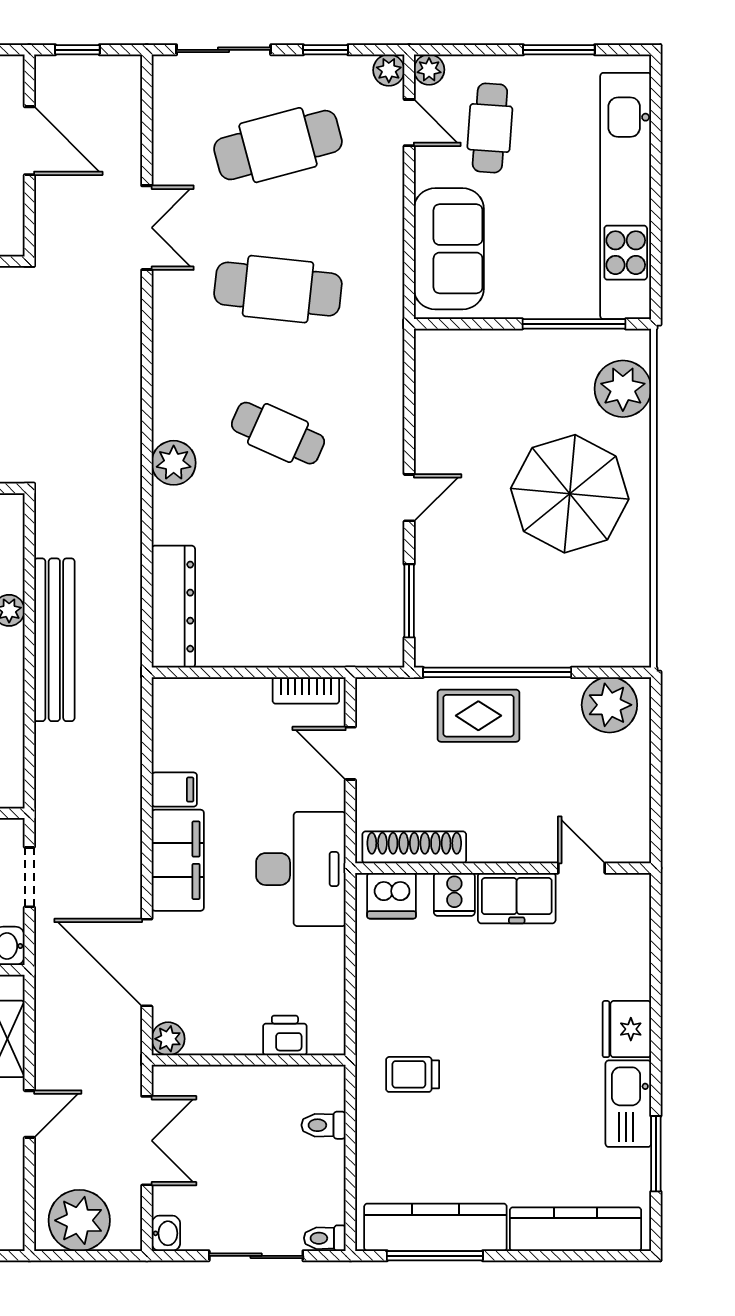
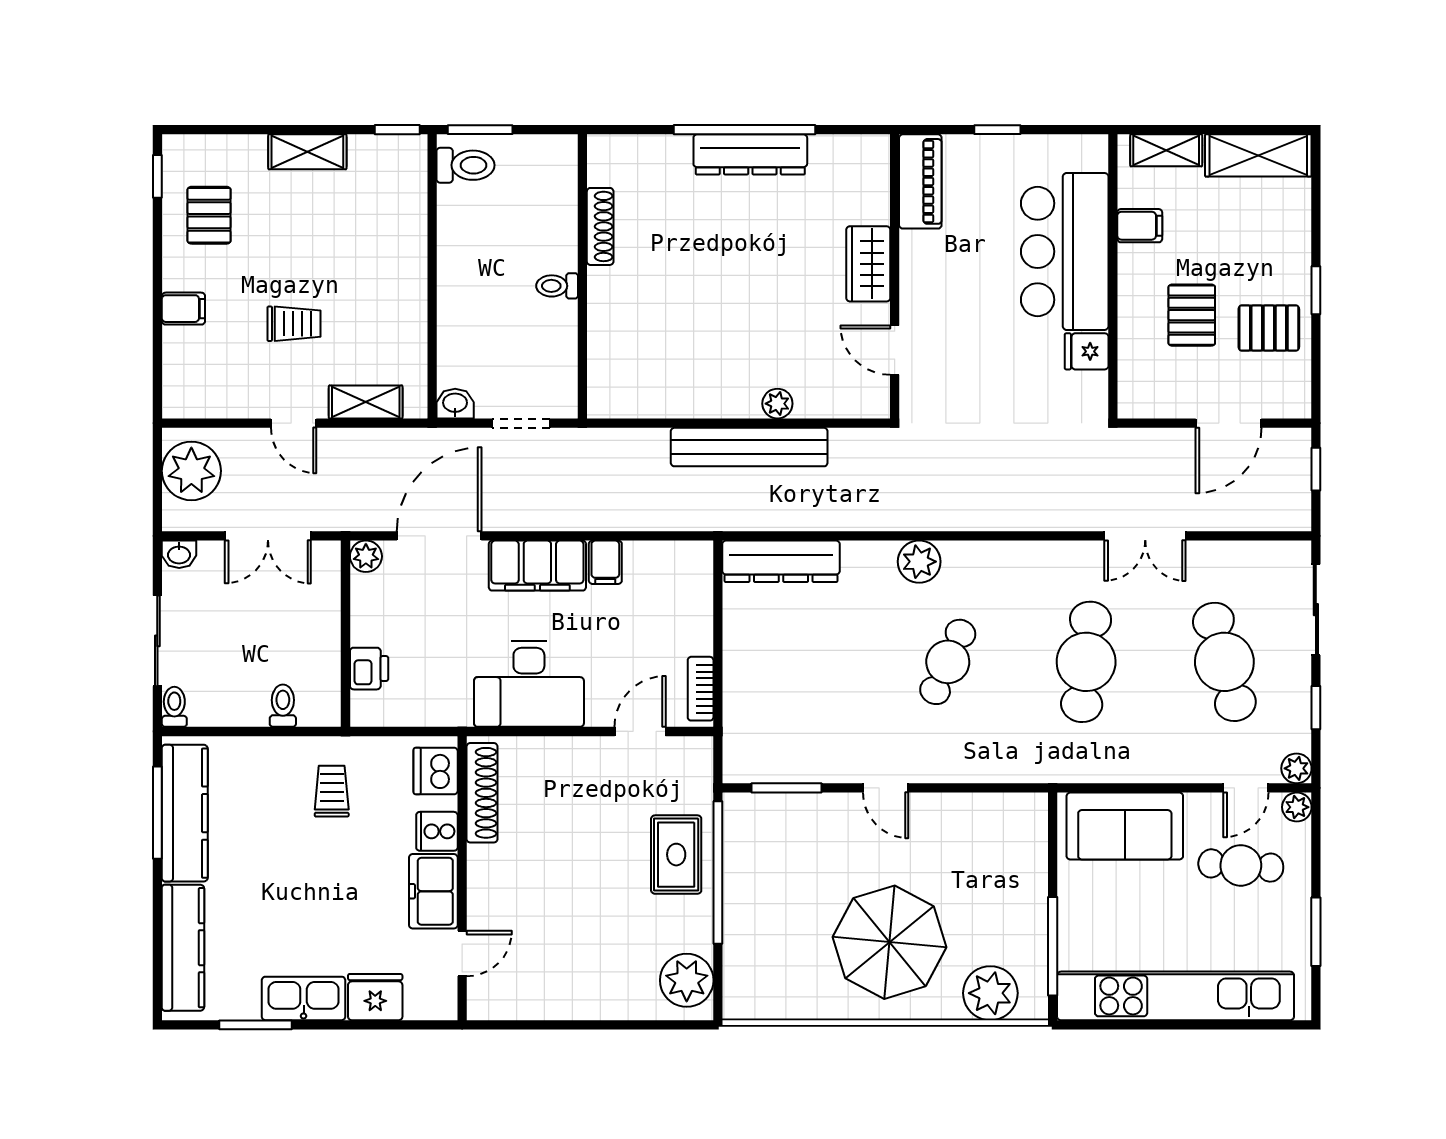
shoe rack: (414, 847) -> (482, 793), moved
wall: (503, 868) -> (462, 878), moved
door: (582, 868) -> (462, 954), moved
cooker: (454, 894) -> (437, 831), moved
dishwasher: (392, 896) -> (436, 771), moved
freezer: (517, 898) -> (433, 891), moved

